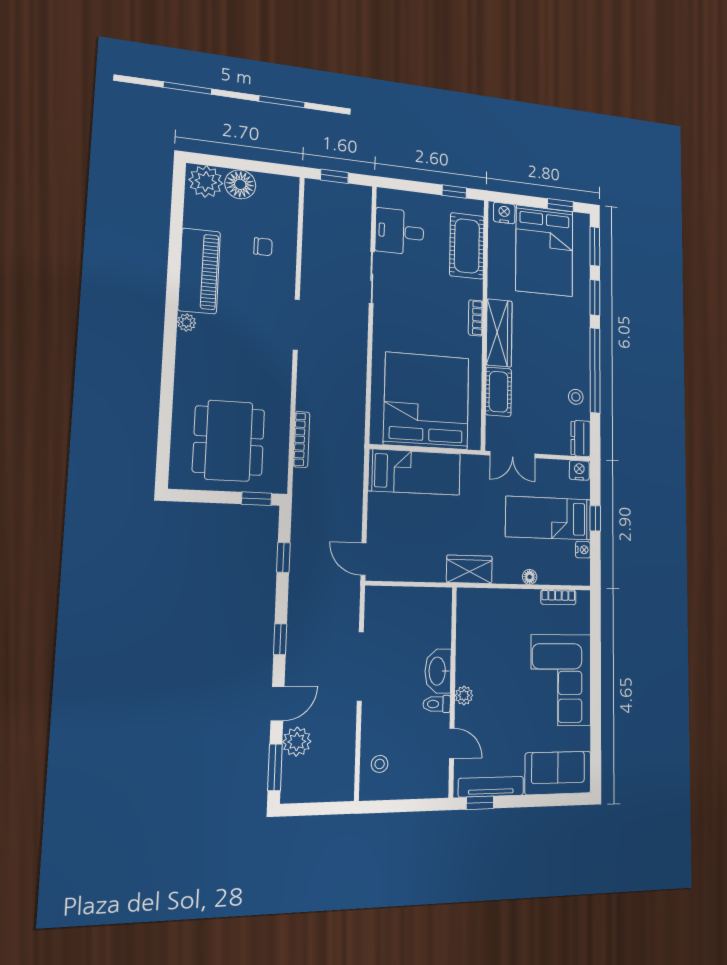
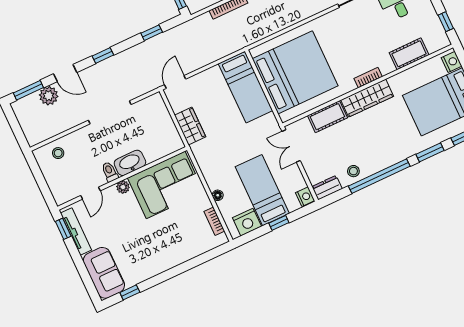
cot: (467, 246) -> (409, 54), width x0.73, depth x0.75
nightstand: (583, 550) -> (247, 222), width x1.89, depth x1.79
wardrobe: (469, 569) -> (190, 126), moved
corner sofa: (561, 680) -> (166, 185), moved, turned 180
window: (596, 750) -> (130, 292), added

